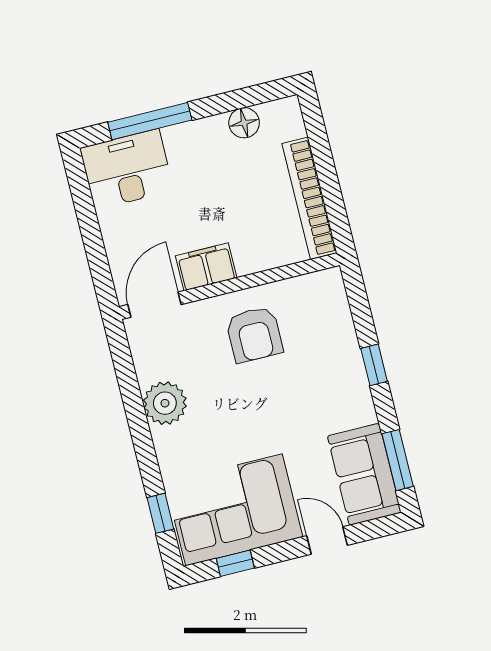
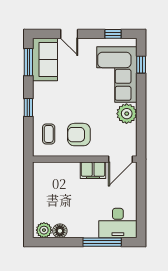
plant: (278, 116) -> (44, 230), added
bookcase: (309, 198) -> (39, 190), removed
coffee table: (318, 320) -> (49, 134), added
armchair: (254, 334) -> (79, 135), turned -90
corner sofa: (234, 510) -> (117, 74), moved, turned 90

